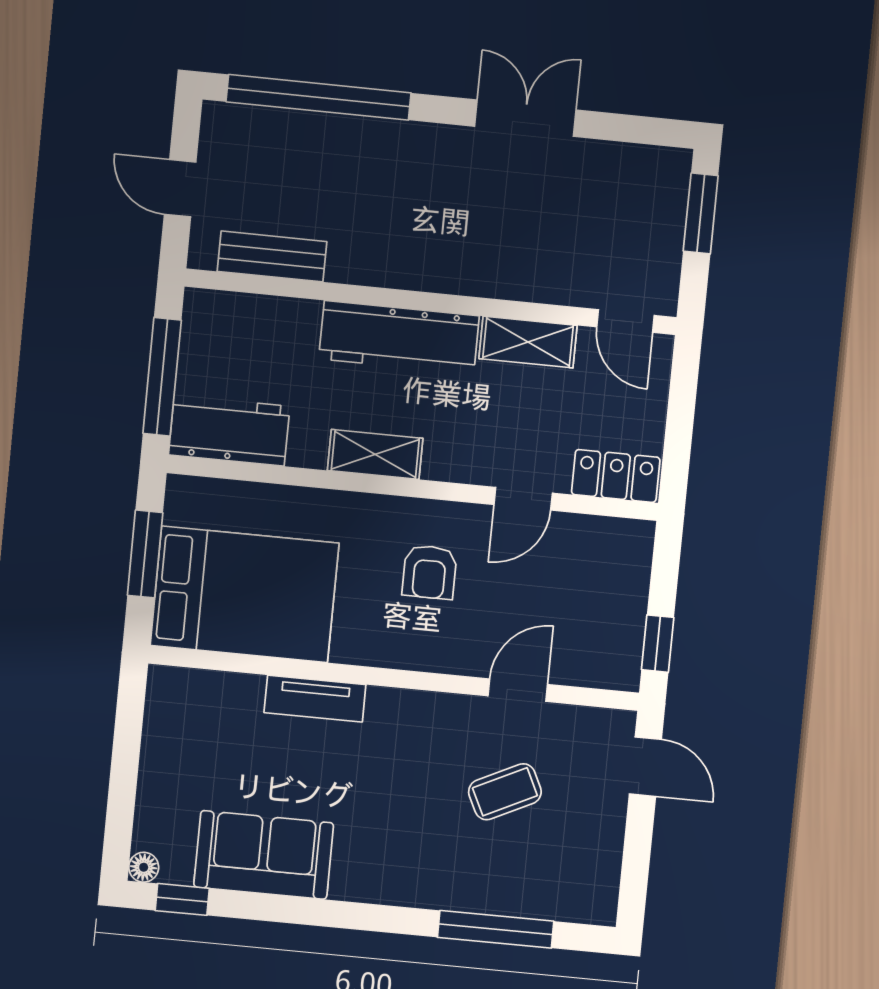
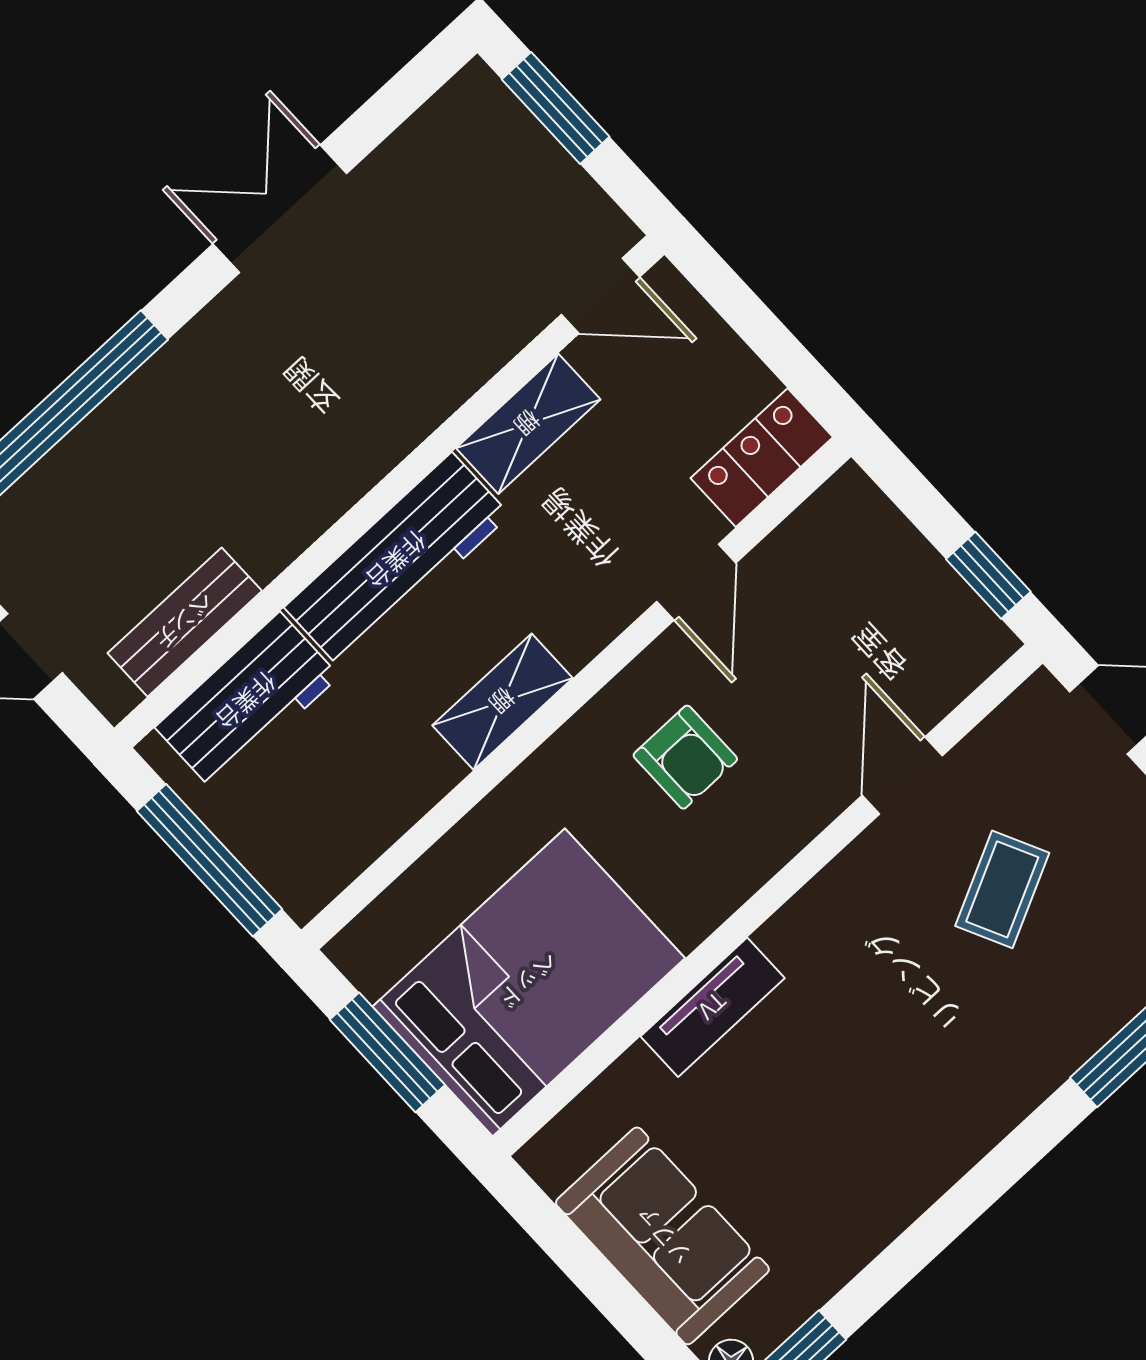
workbench: (229, 431) -> (247, 702), moved, turned 180
sofa: (264, 855) -> (662, 1236), moved, turned 90

